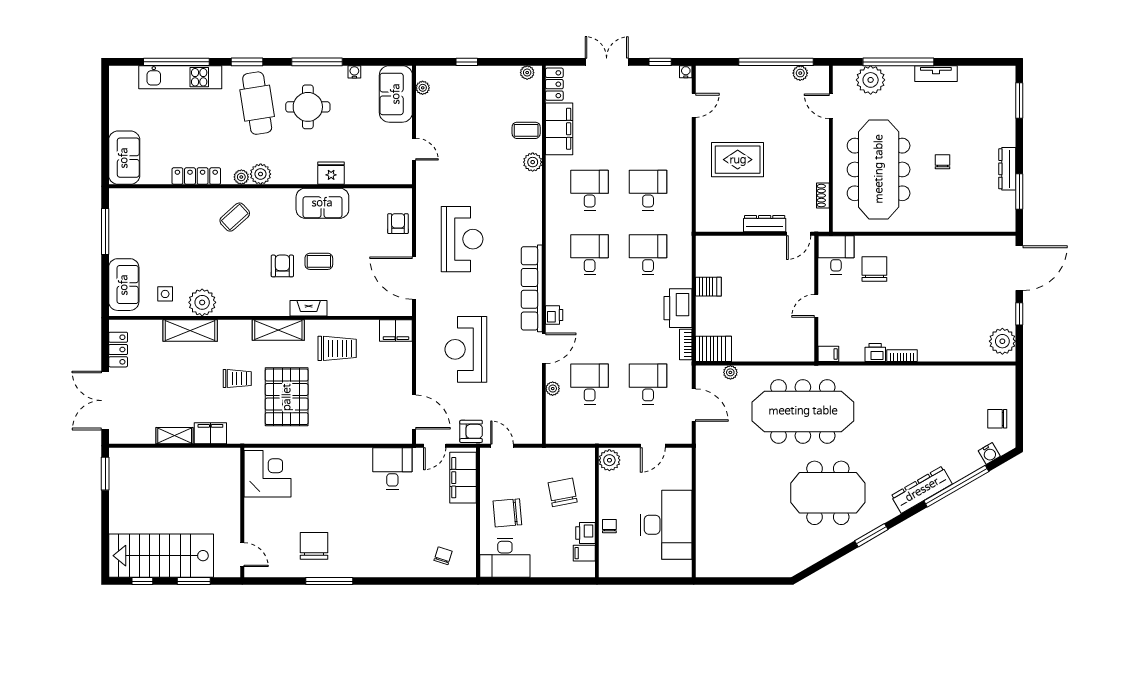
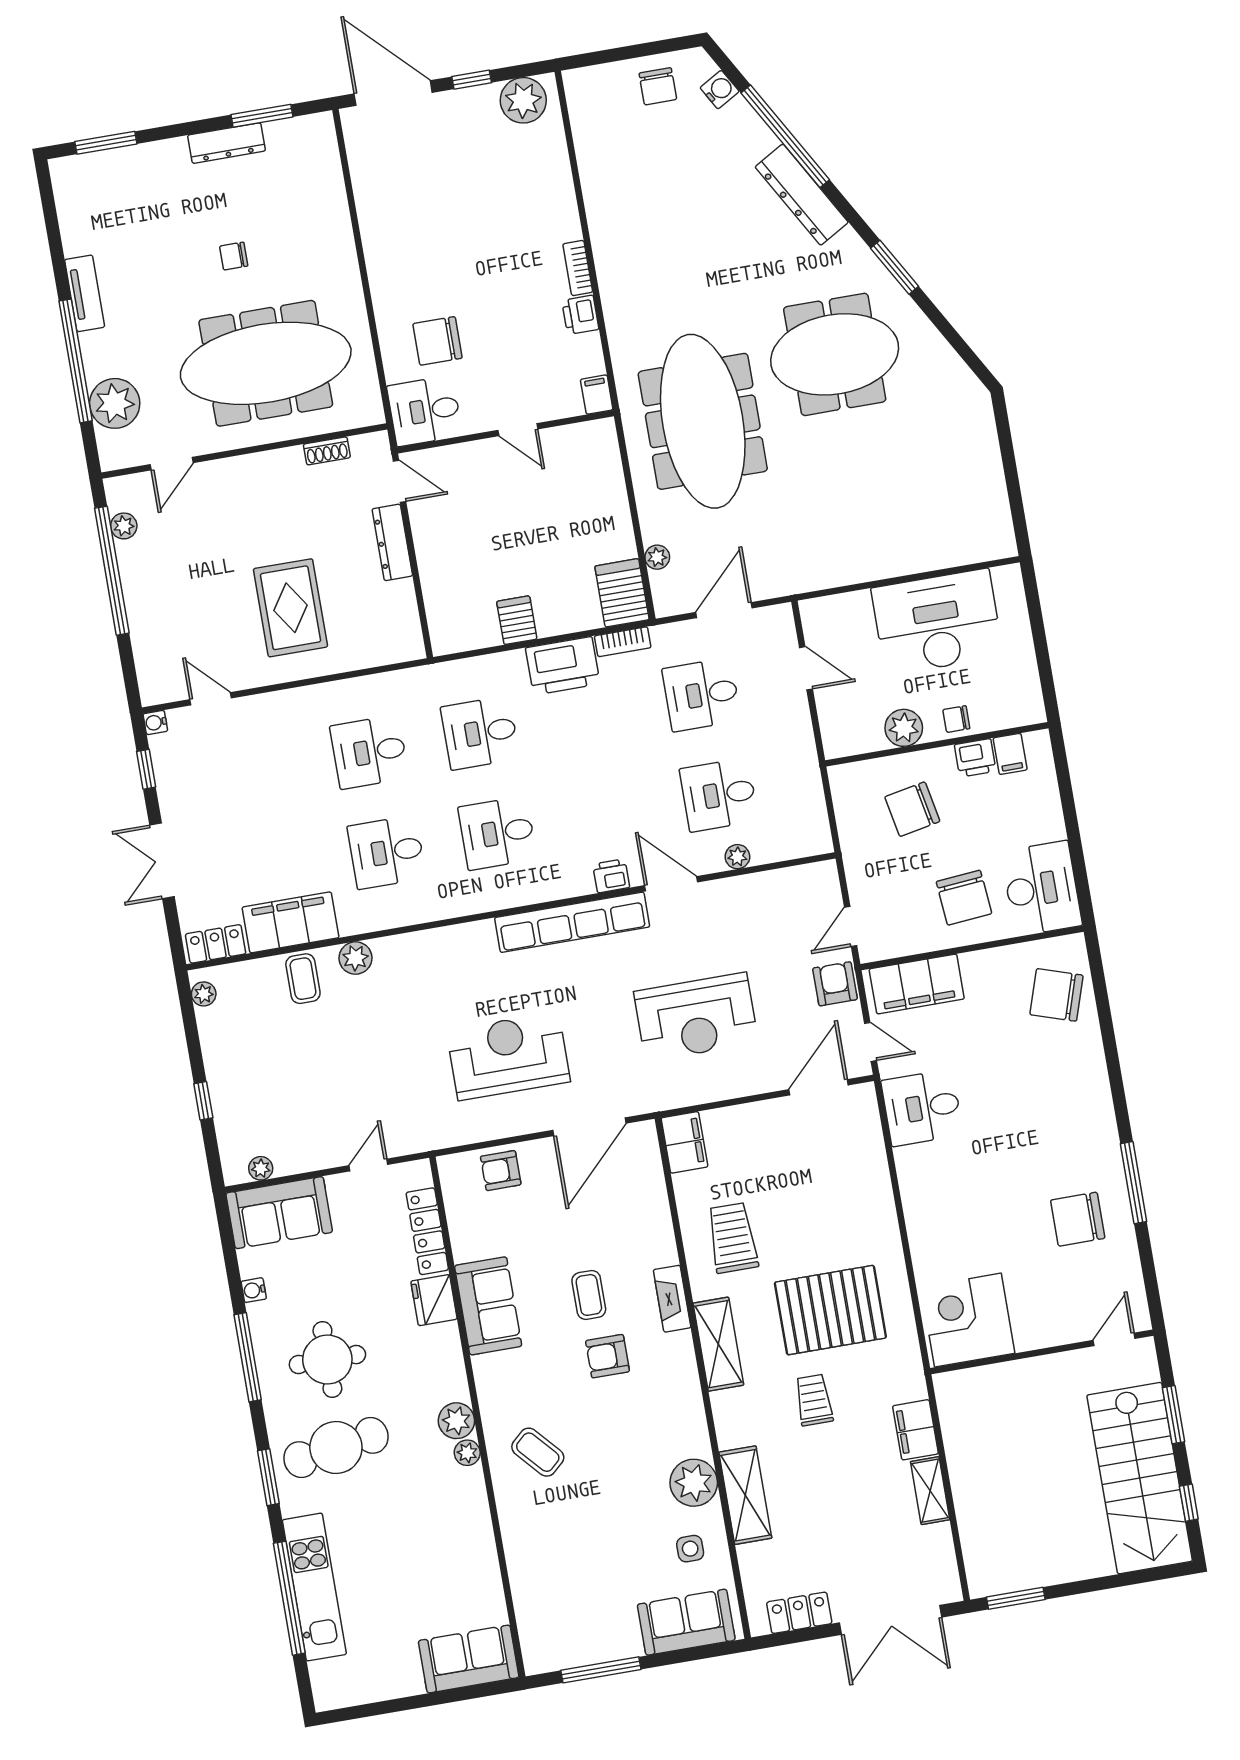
locker: (196, 176) -> (427, 1231), moved
plant: (609, 460) -> (904, 728), moved
meeting table: (828, 493) -> (835, 354), turned 90
chair: (443, 556) -> (1057, 995), width x1.87, depth x1.87

